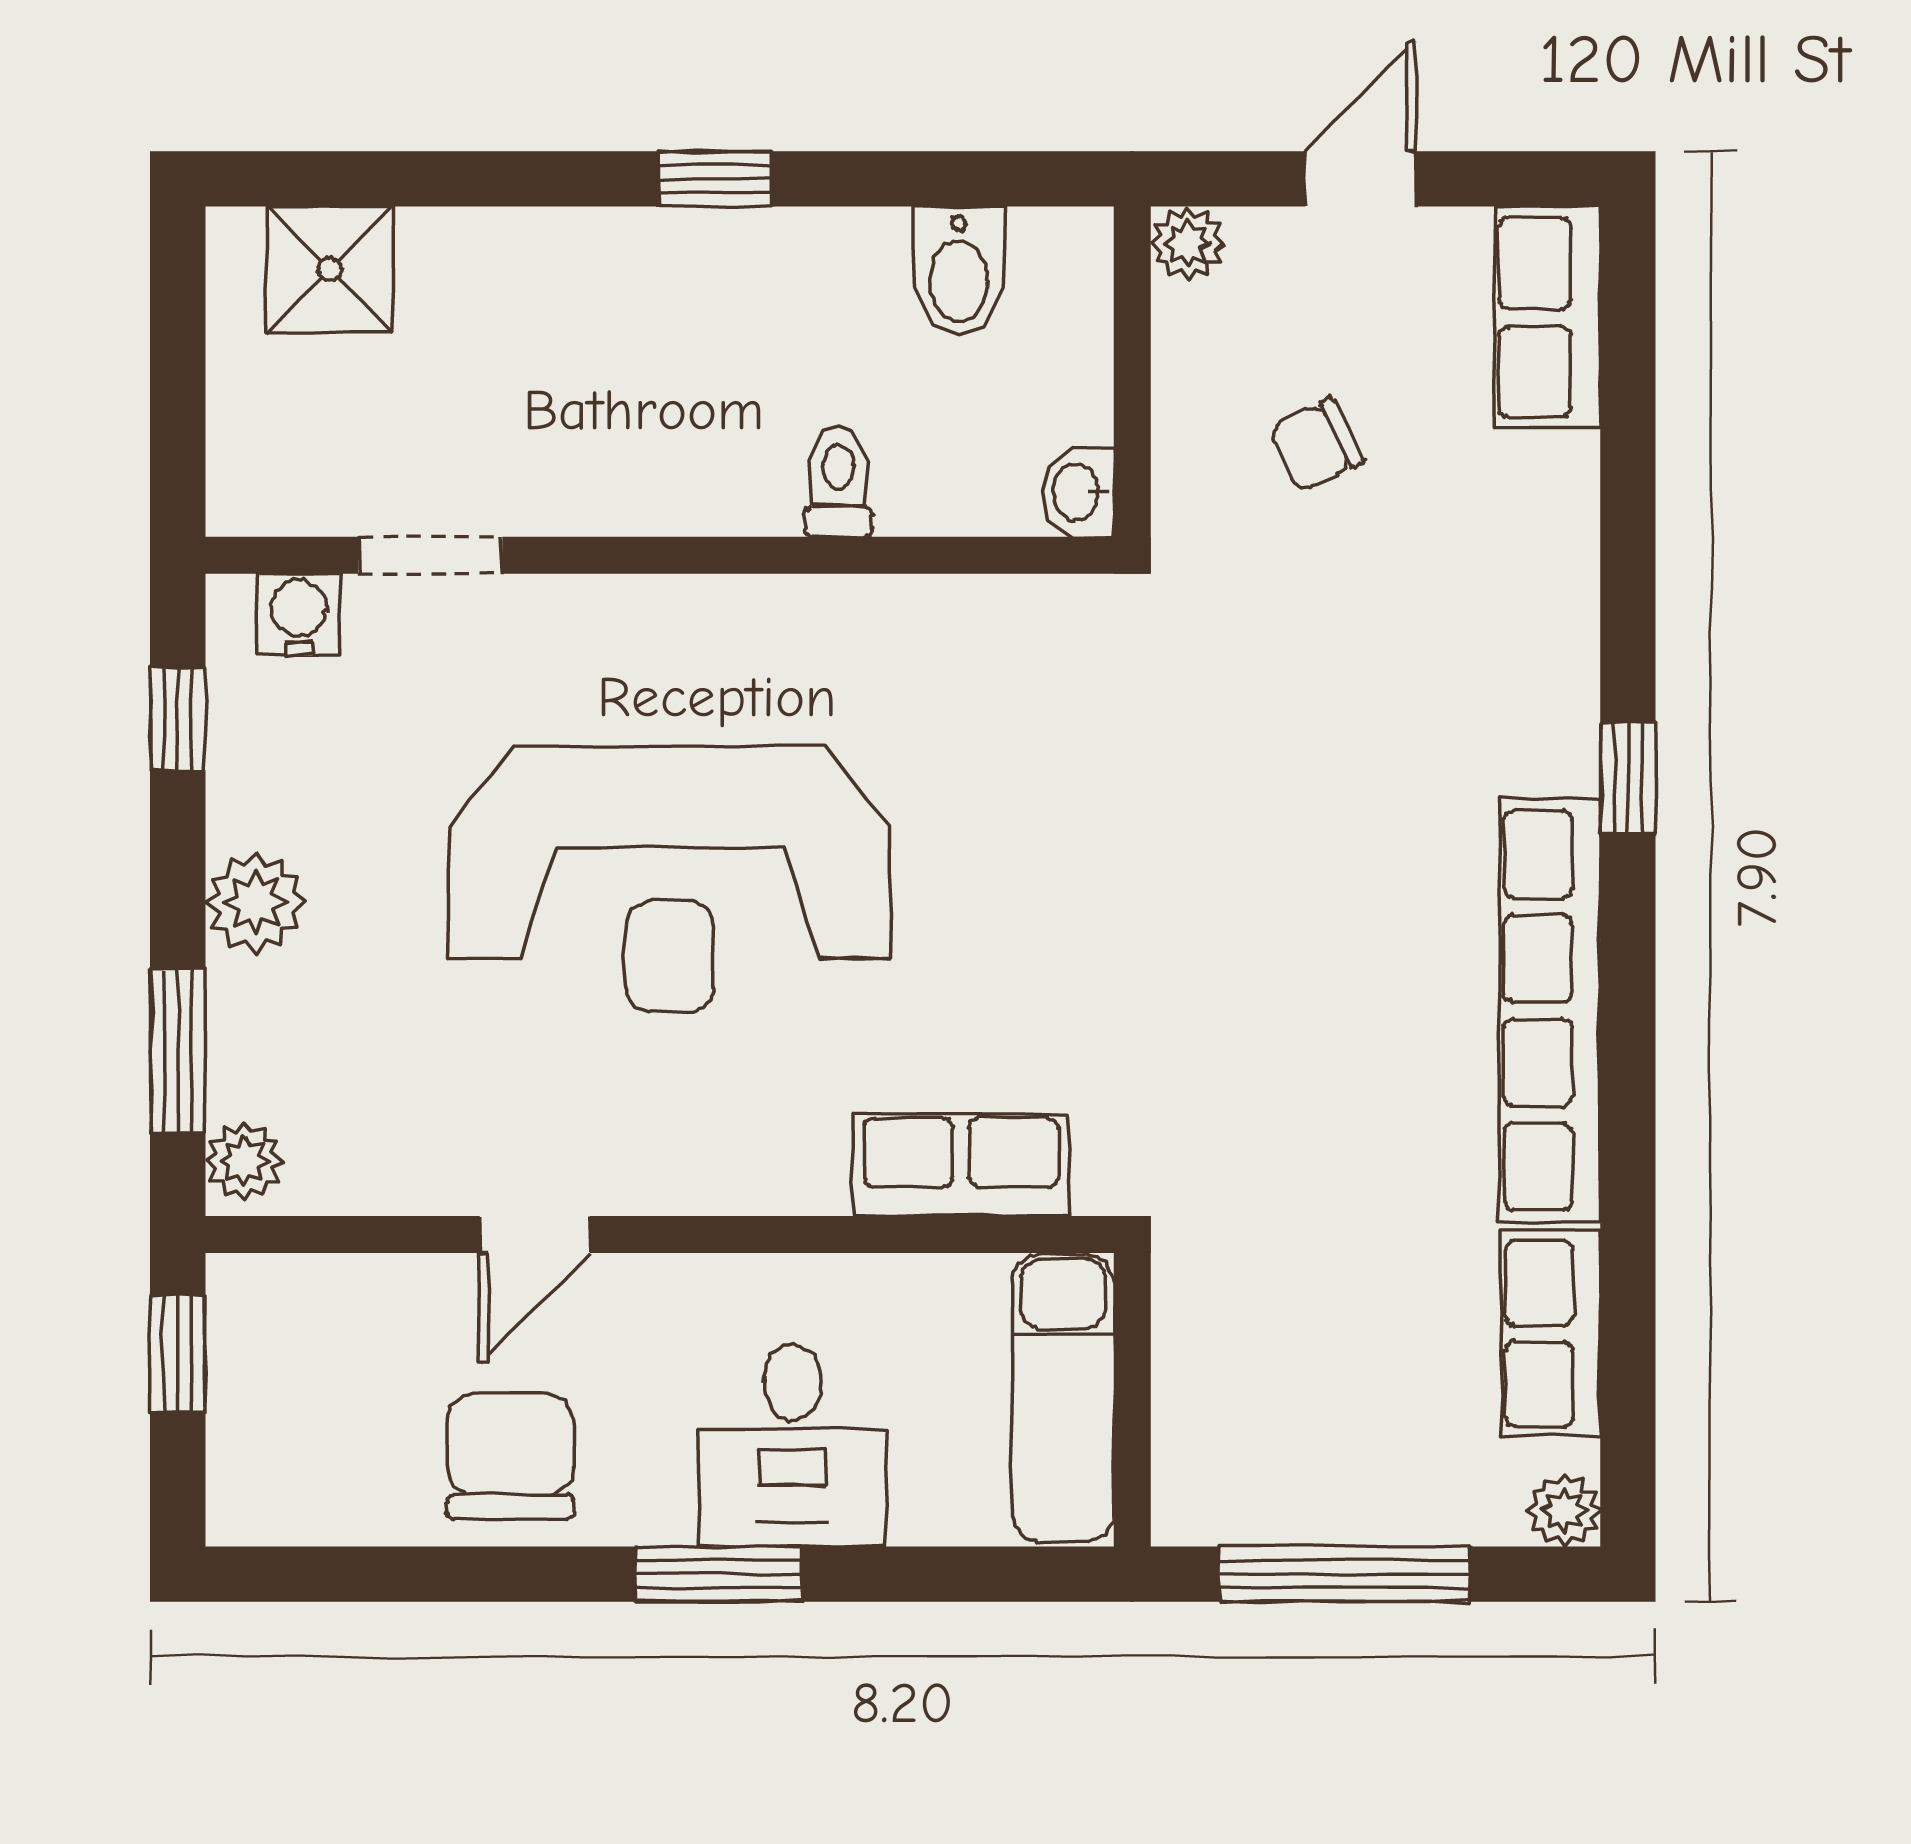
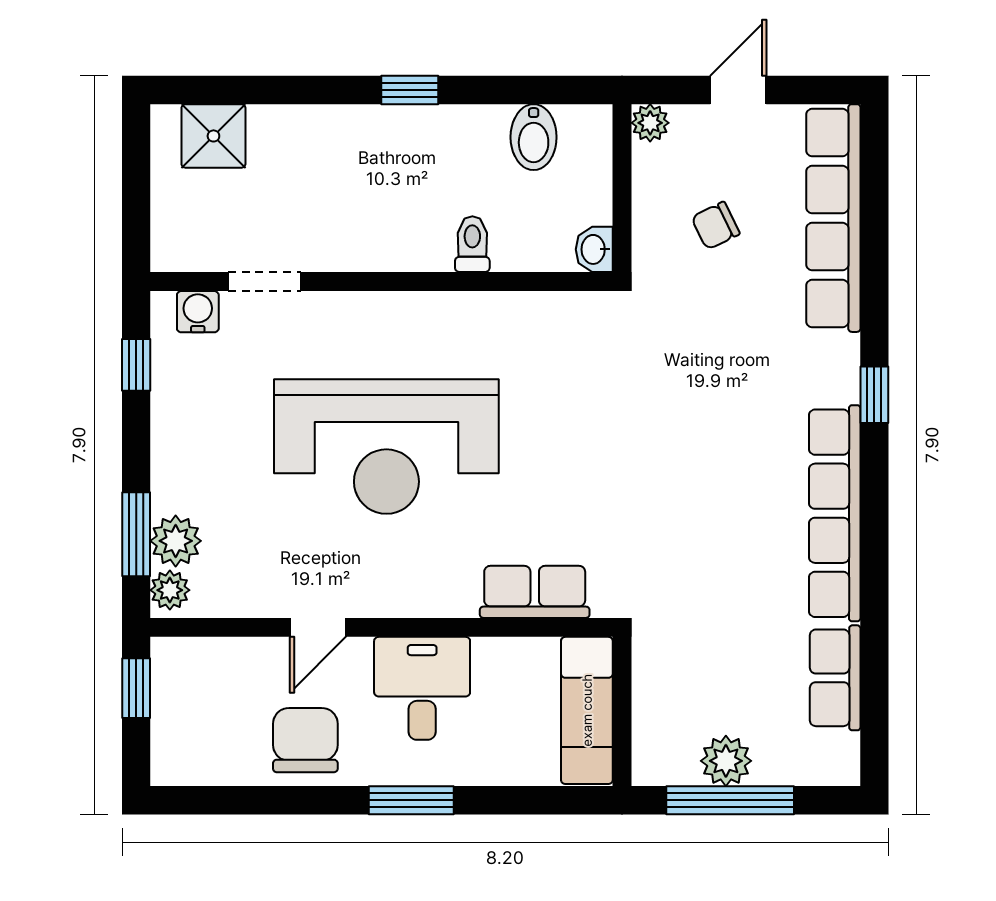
row of seats: (1547, 317) -> (833, 218), width x2.02
plant: (256, 902) -> (176, 541), moved
desk: (793, 1445) -> (422, 688), moved, turned 180
plant: (1564, 1510) -> (726, 761), moved, width x1.38, depth x1.38

